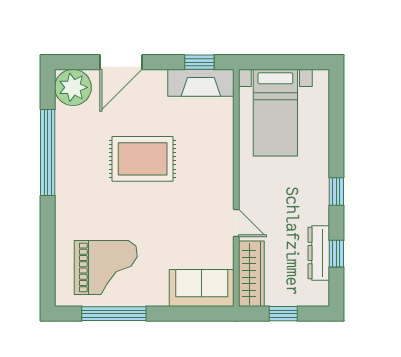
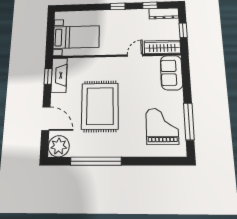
rug: (143, 159) -> (100, 106), width x1.37, depth x1.44
dresser: (319, 253) -> (164, 13), moved

